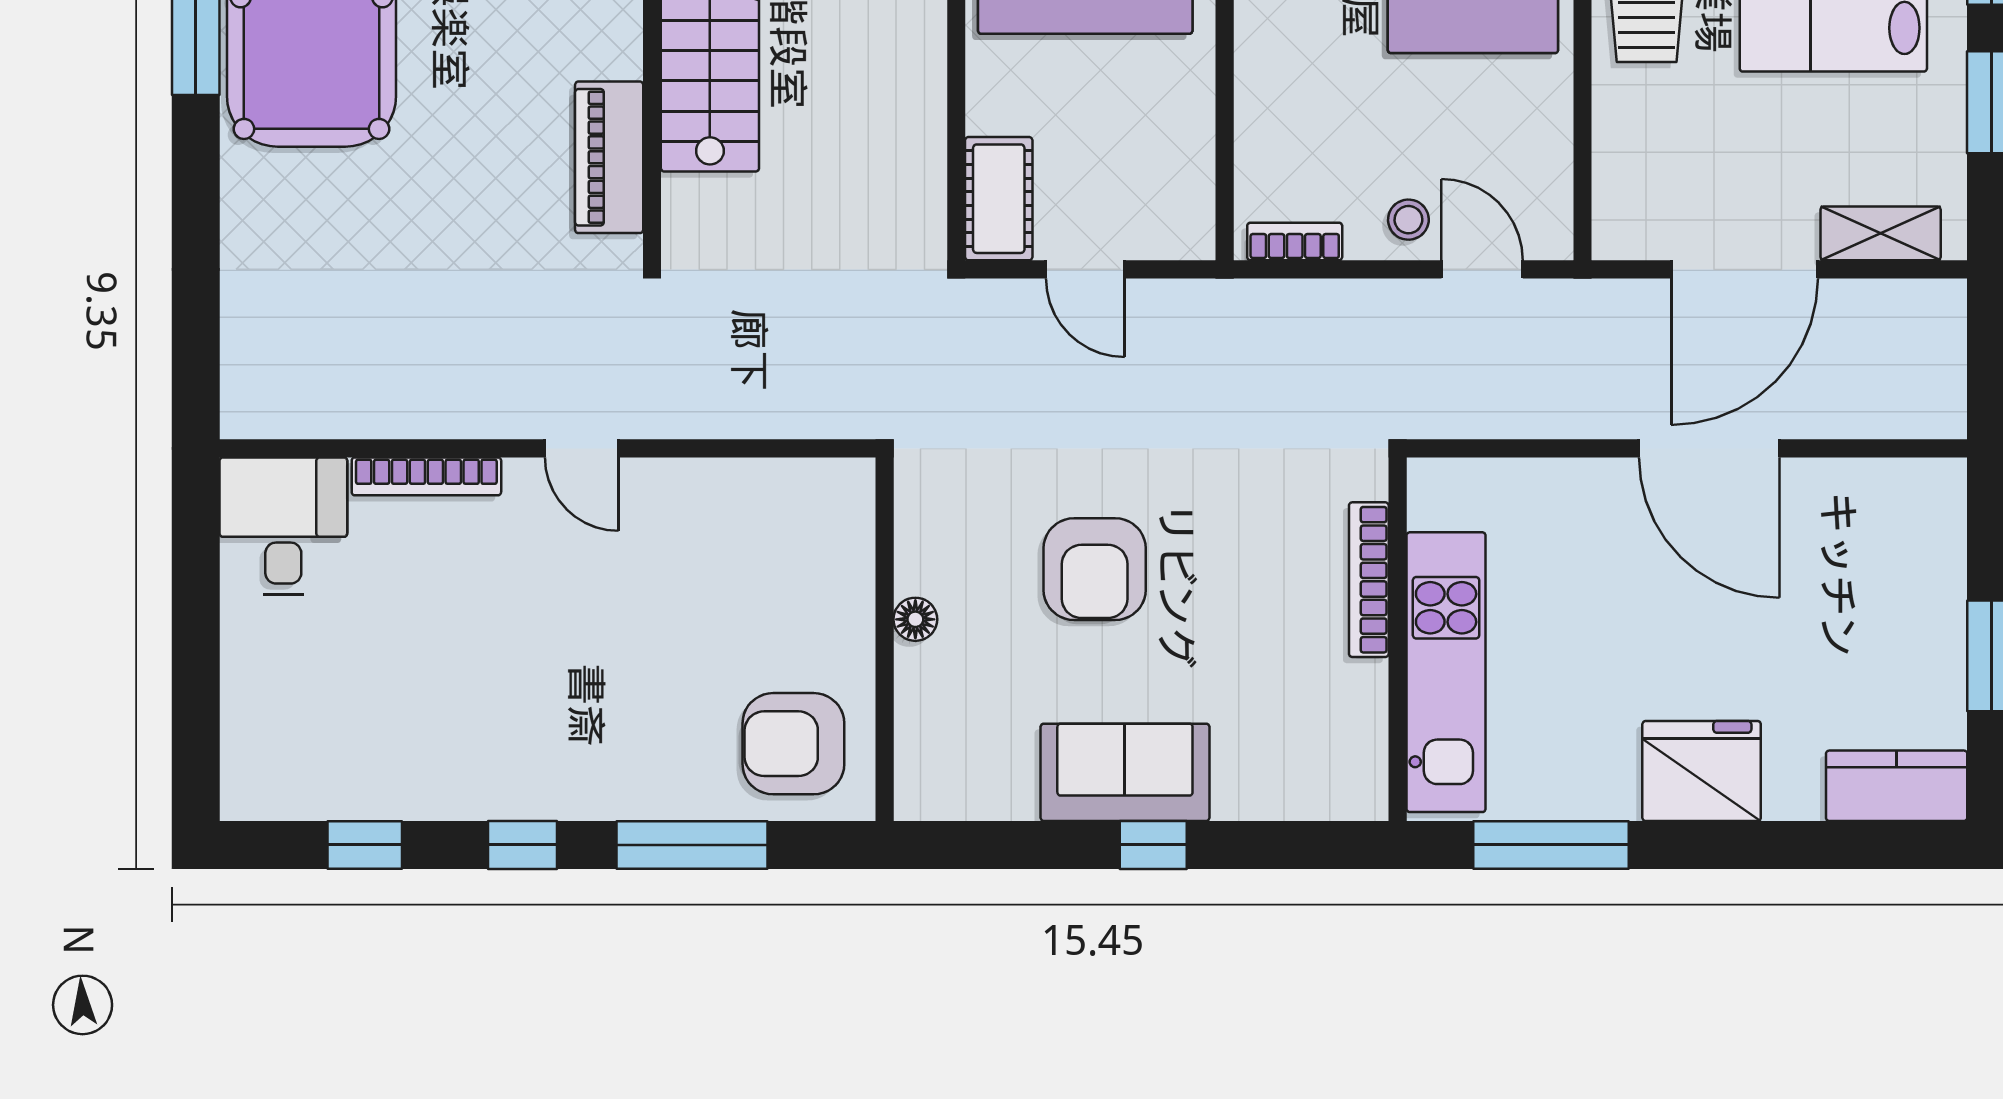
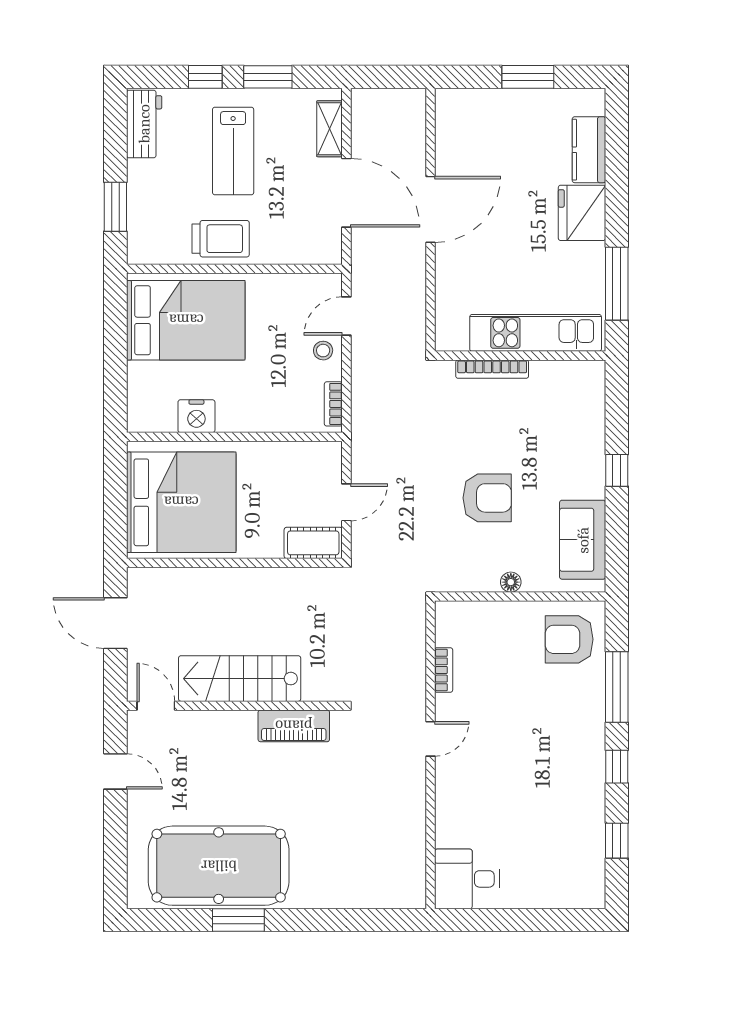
bookcase: (426, 476) -> (444, 670), moved, width x0.64
armchair: (793, 744) -> (569, 639), turned 90
sofa: (1125, 772) -> (583, 540), moved
kitchen counter: (1897, 786) -> (589, 150), moved

